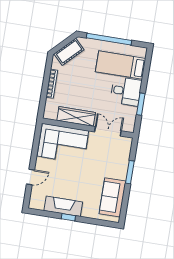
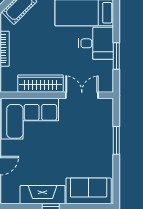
sofa: (113, 197) -> (89, 191), moved, turned 90

